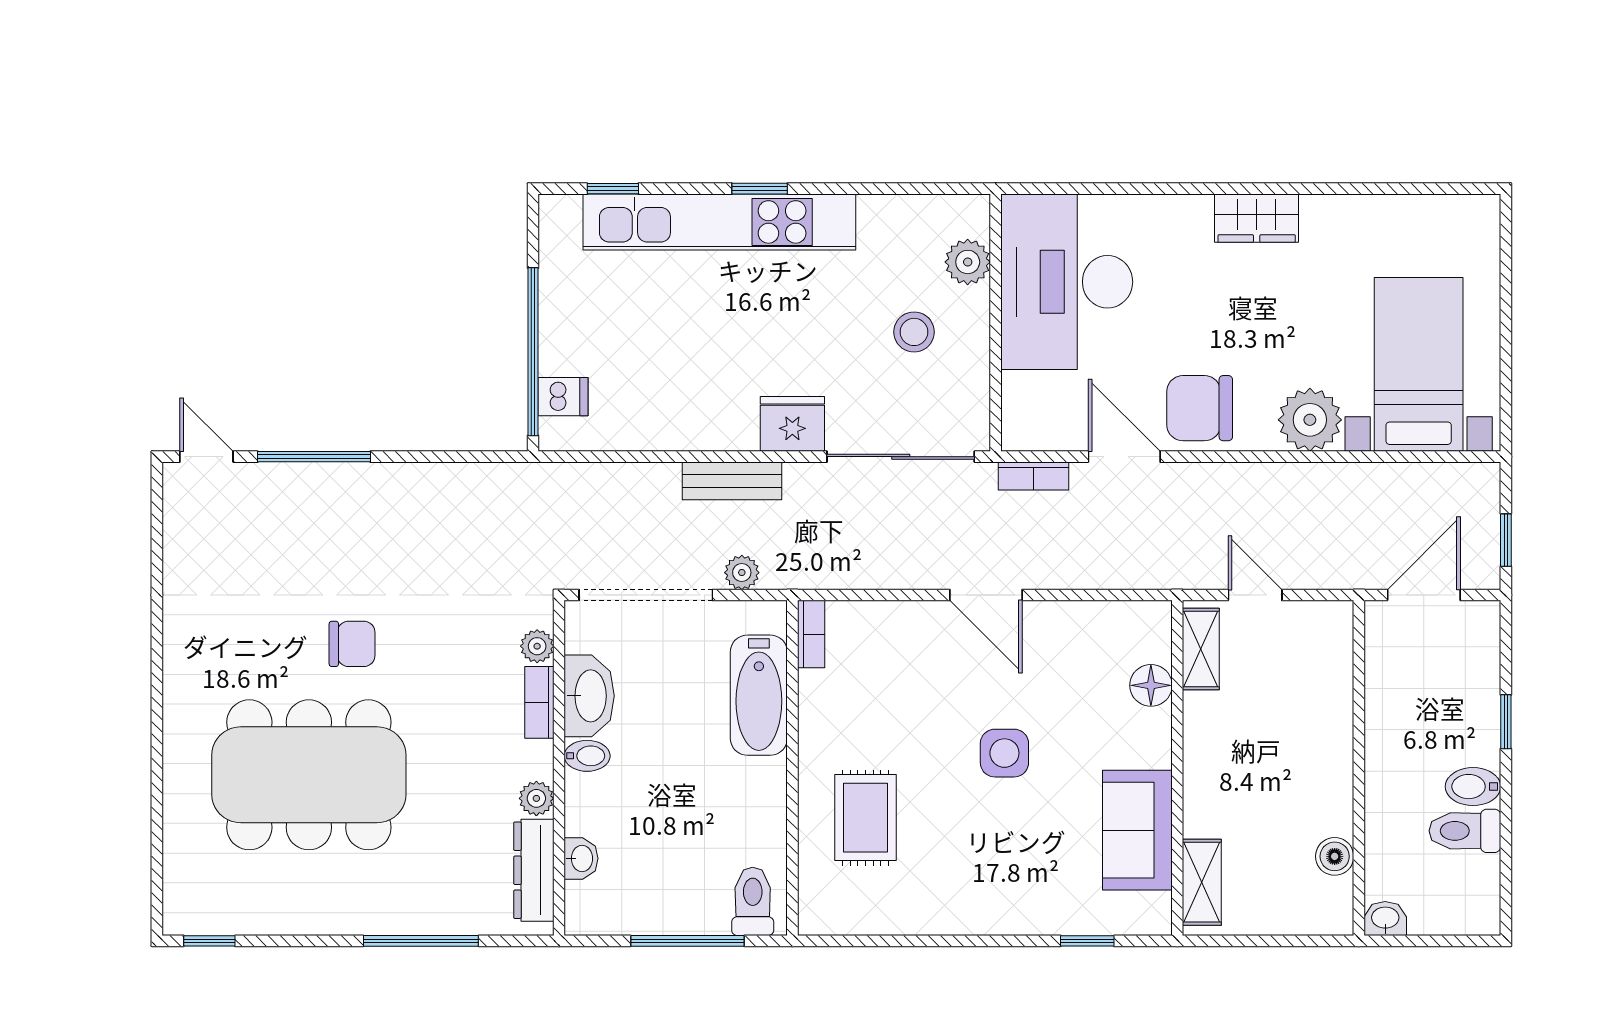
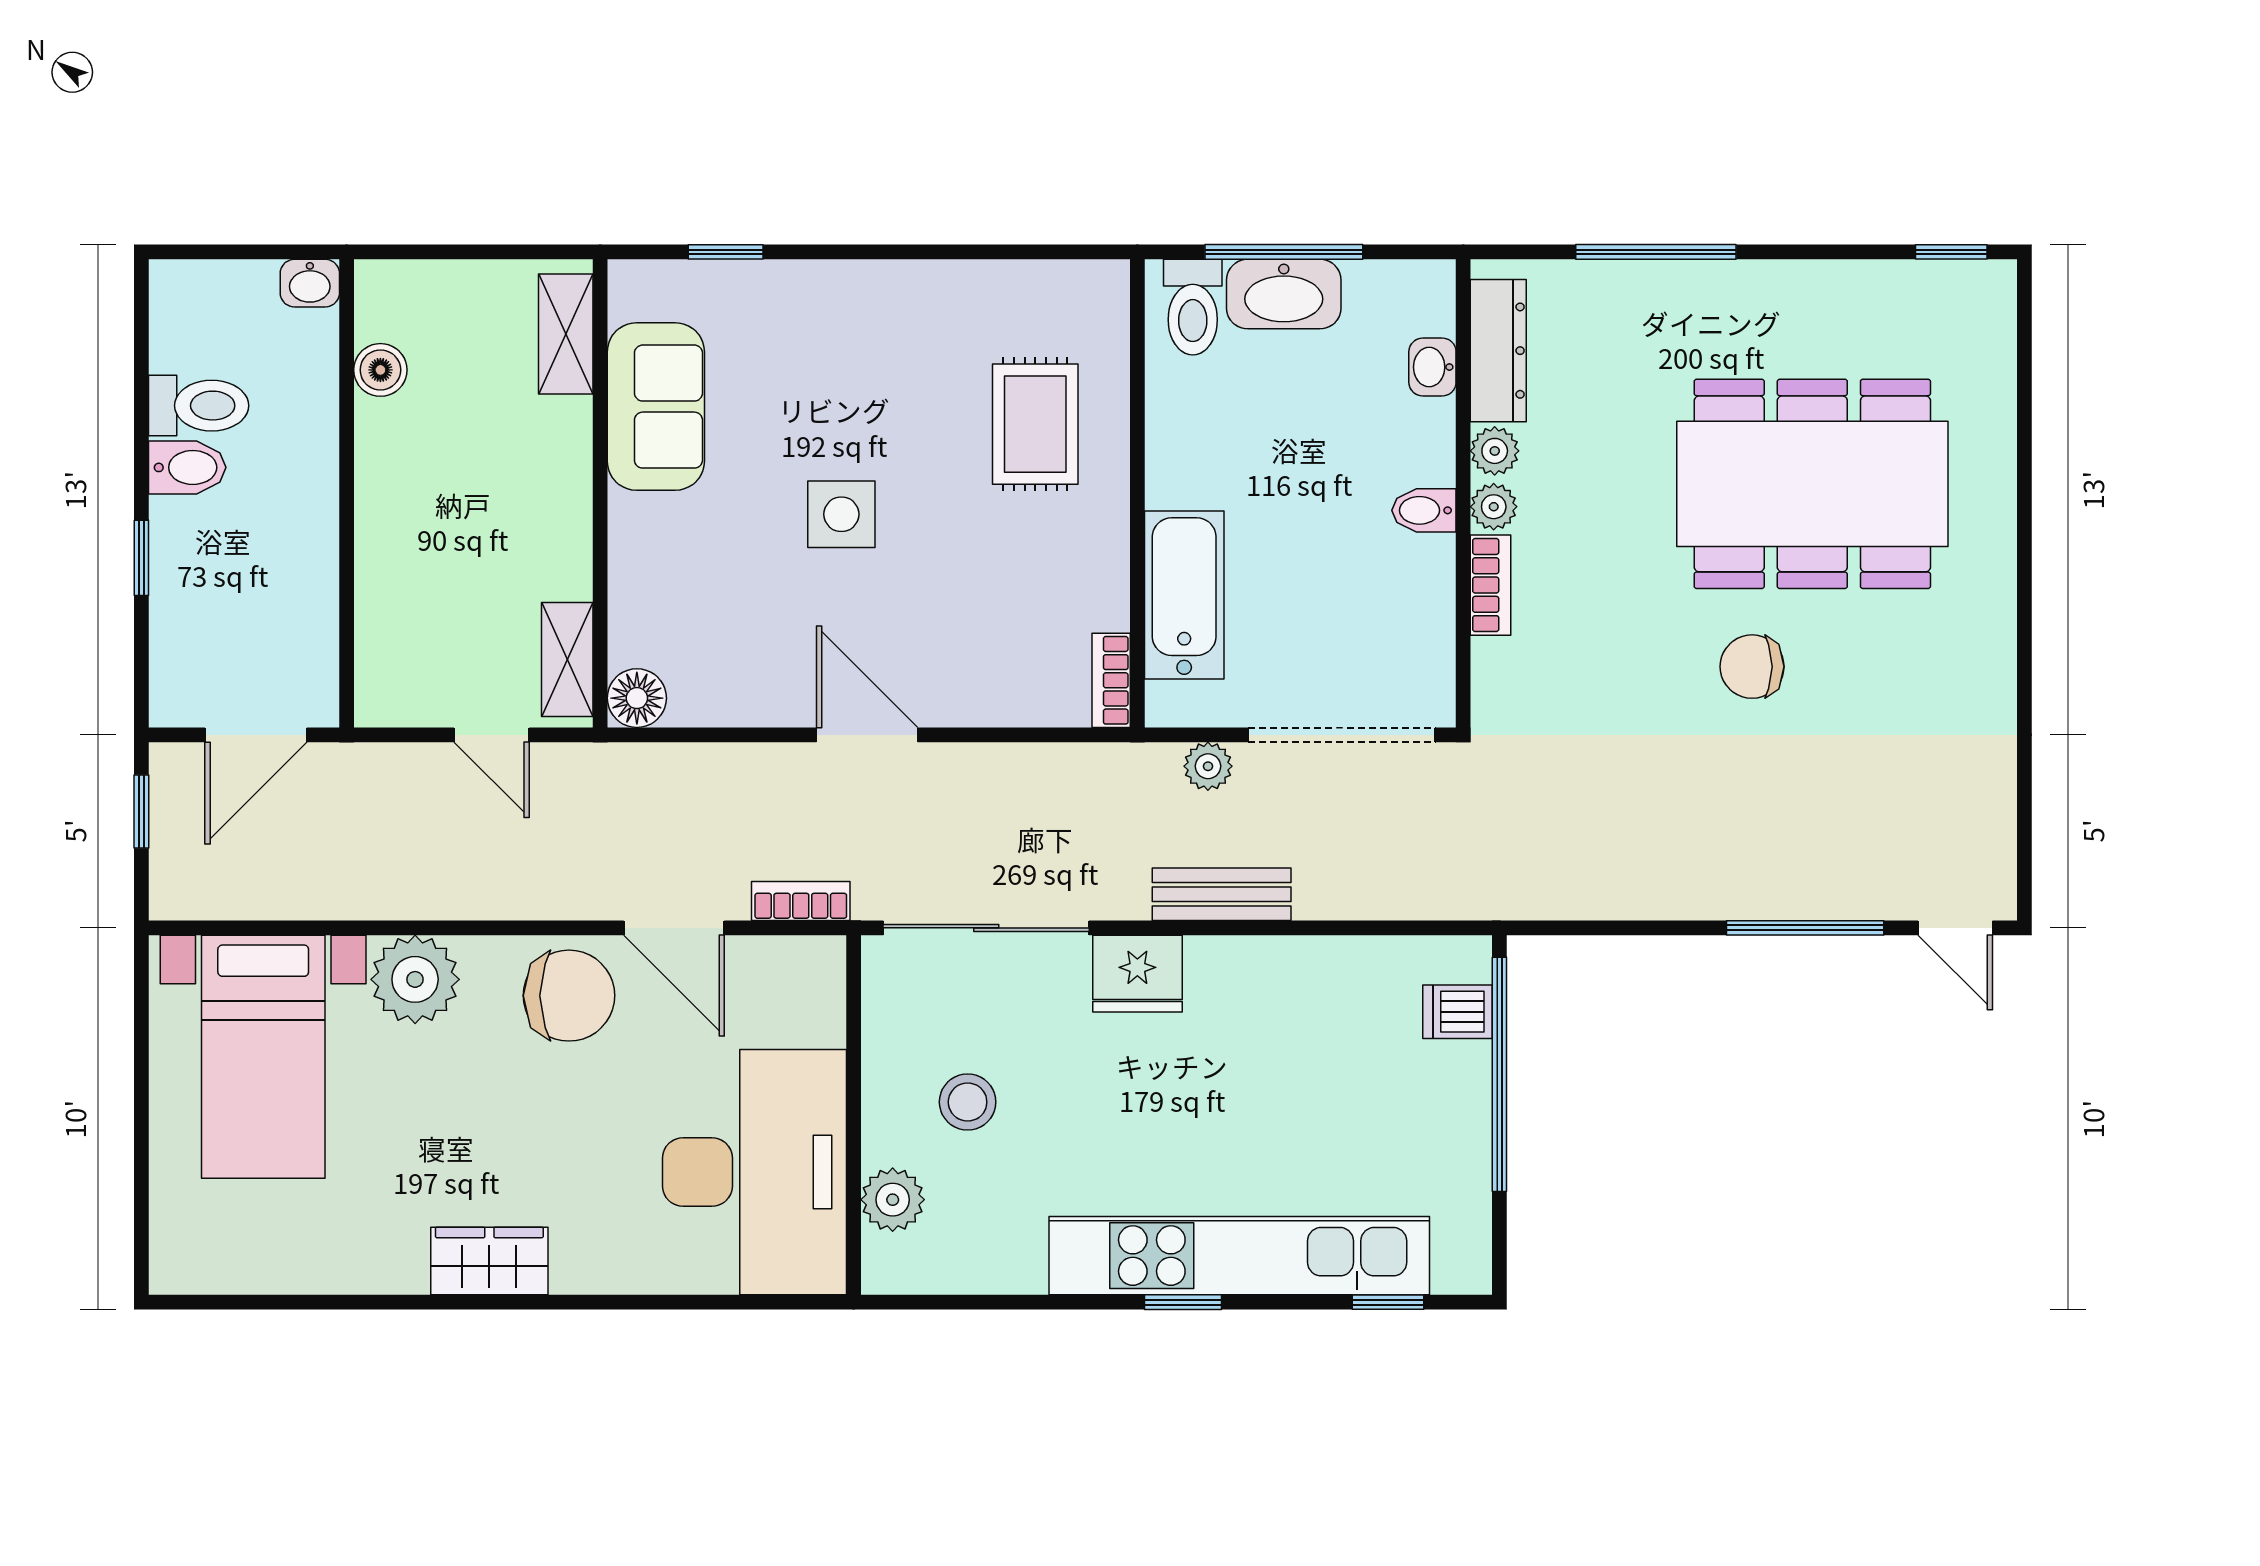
plant: (537, 646) -> (1494, 507), moved
floor lamp: (1151, 685) -> (637, 698), moved
washbasin: (589, 696) -> (1284, 294), moved, turned -90

